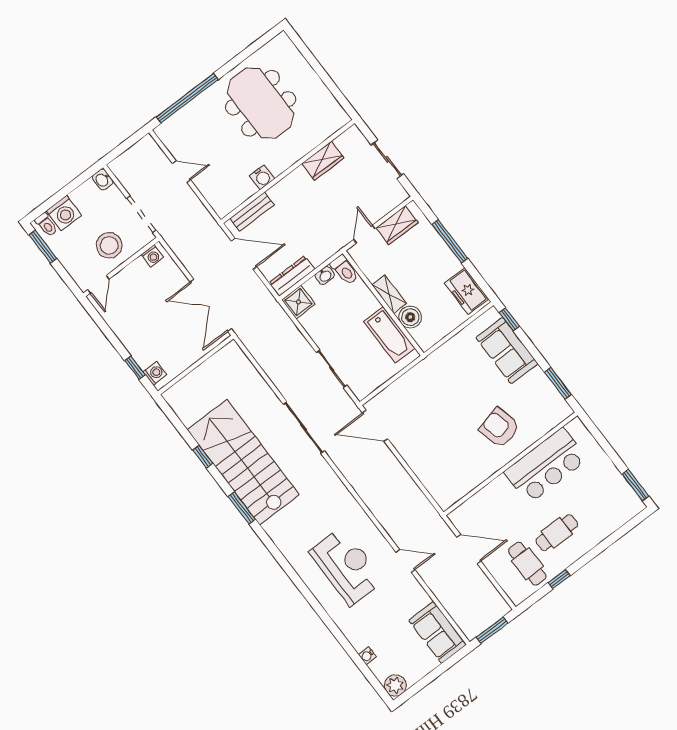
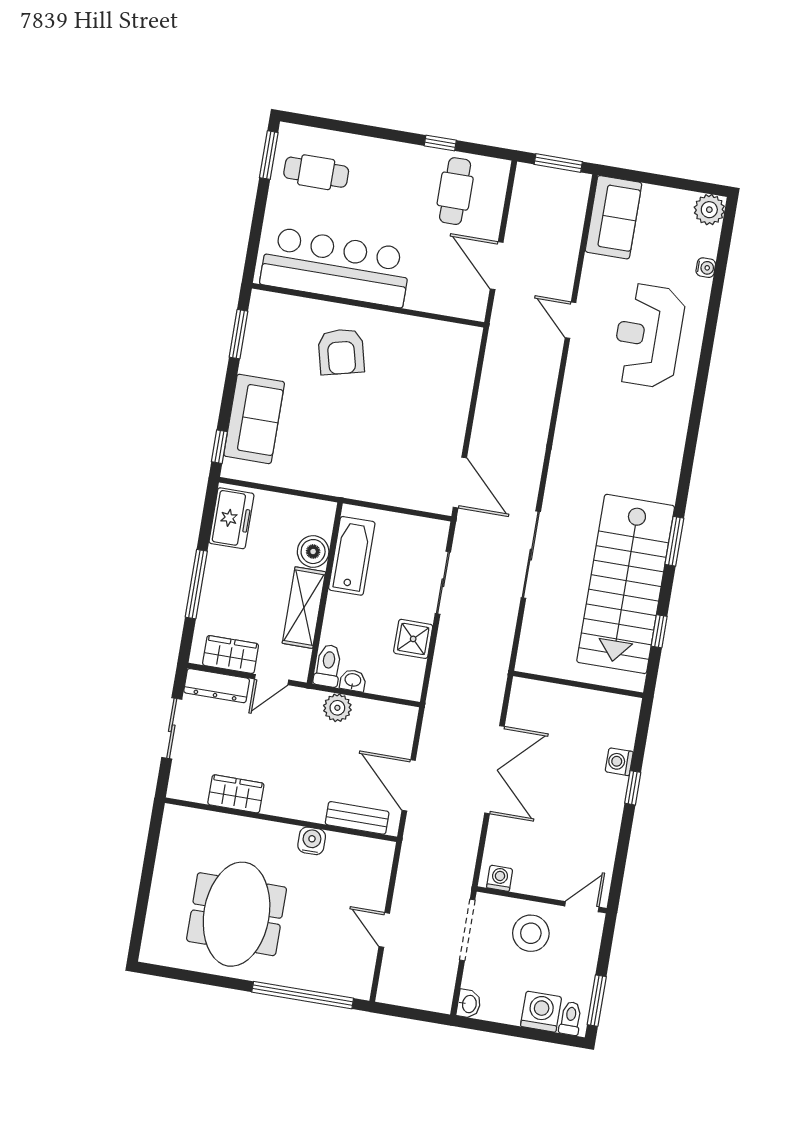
plant: (318, 254) -> (337, 708), added
dresser: (292, 276) -> (217, 686), moved
shelving: (389, 294) -> (304, 608), width x1.50, depth x1.33
shower: (298, 302) -> (413, 639), moved
wall: (196, 365) -> (578, 684), moved
bar counter: (546, 466) -> (336, 267), width x1.36
cafe table: (557, 533) -> (316, 172), moved
reception desk: (346, 566) -> (648, 336), moved

